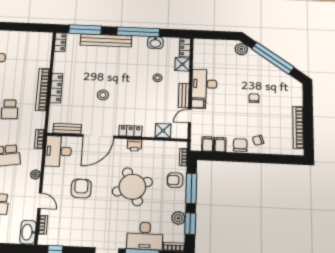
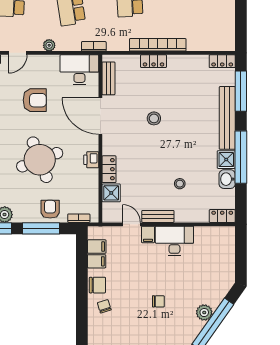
plant: (241, 49) -> (204, 313), moved
shower: (182, 64) -> (226, 160), moved
locker: (56, 88) -> (154, 61), width x0.66
locker: (130, 131) -> (109, 169), moved

